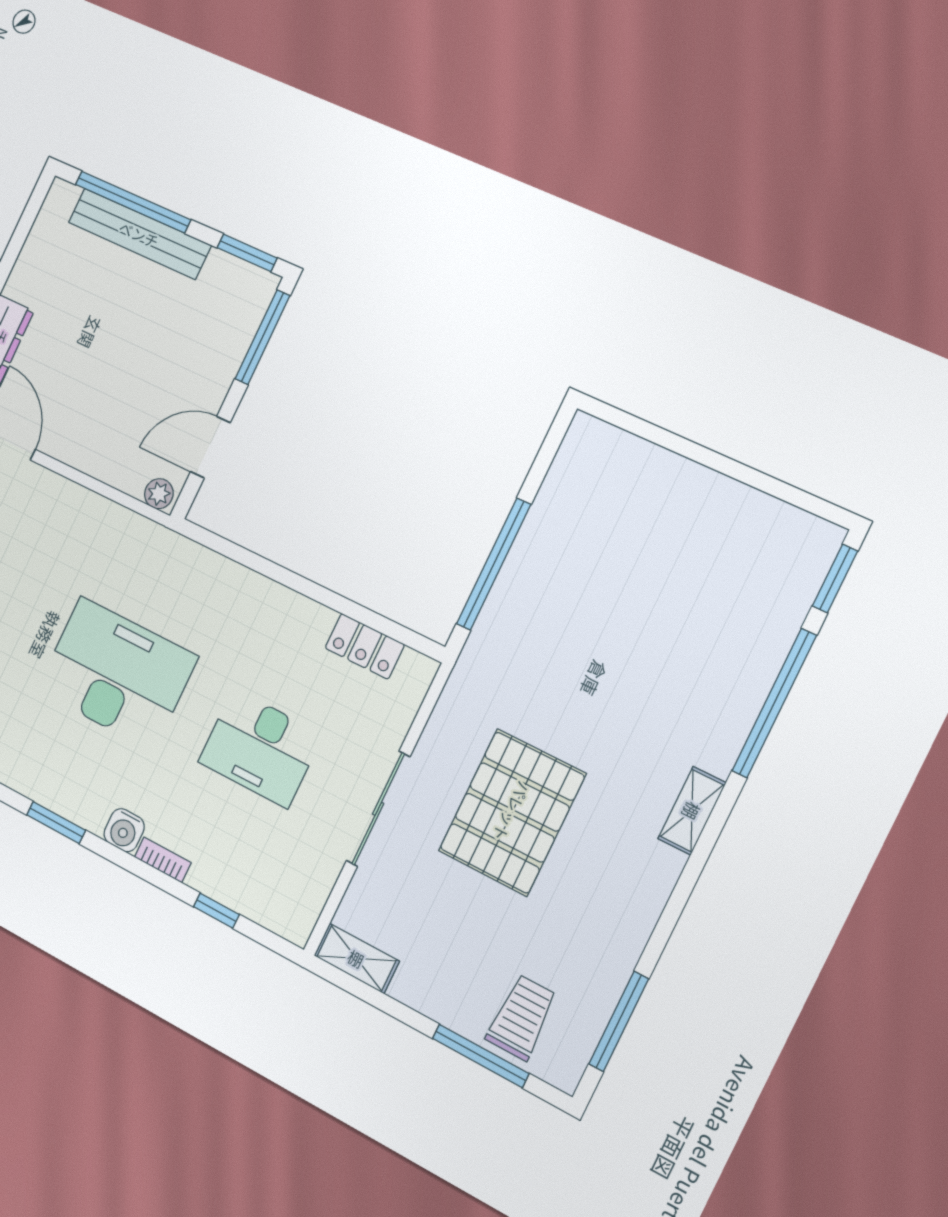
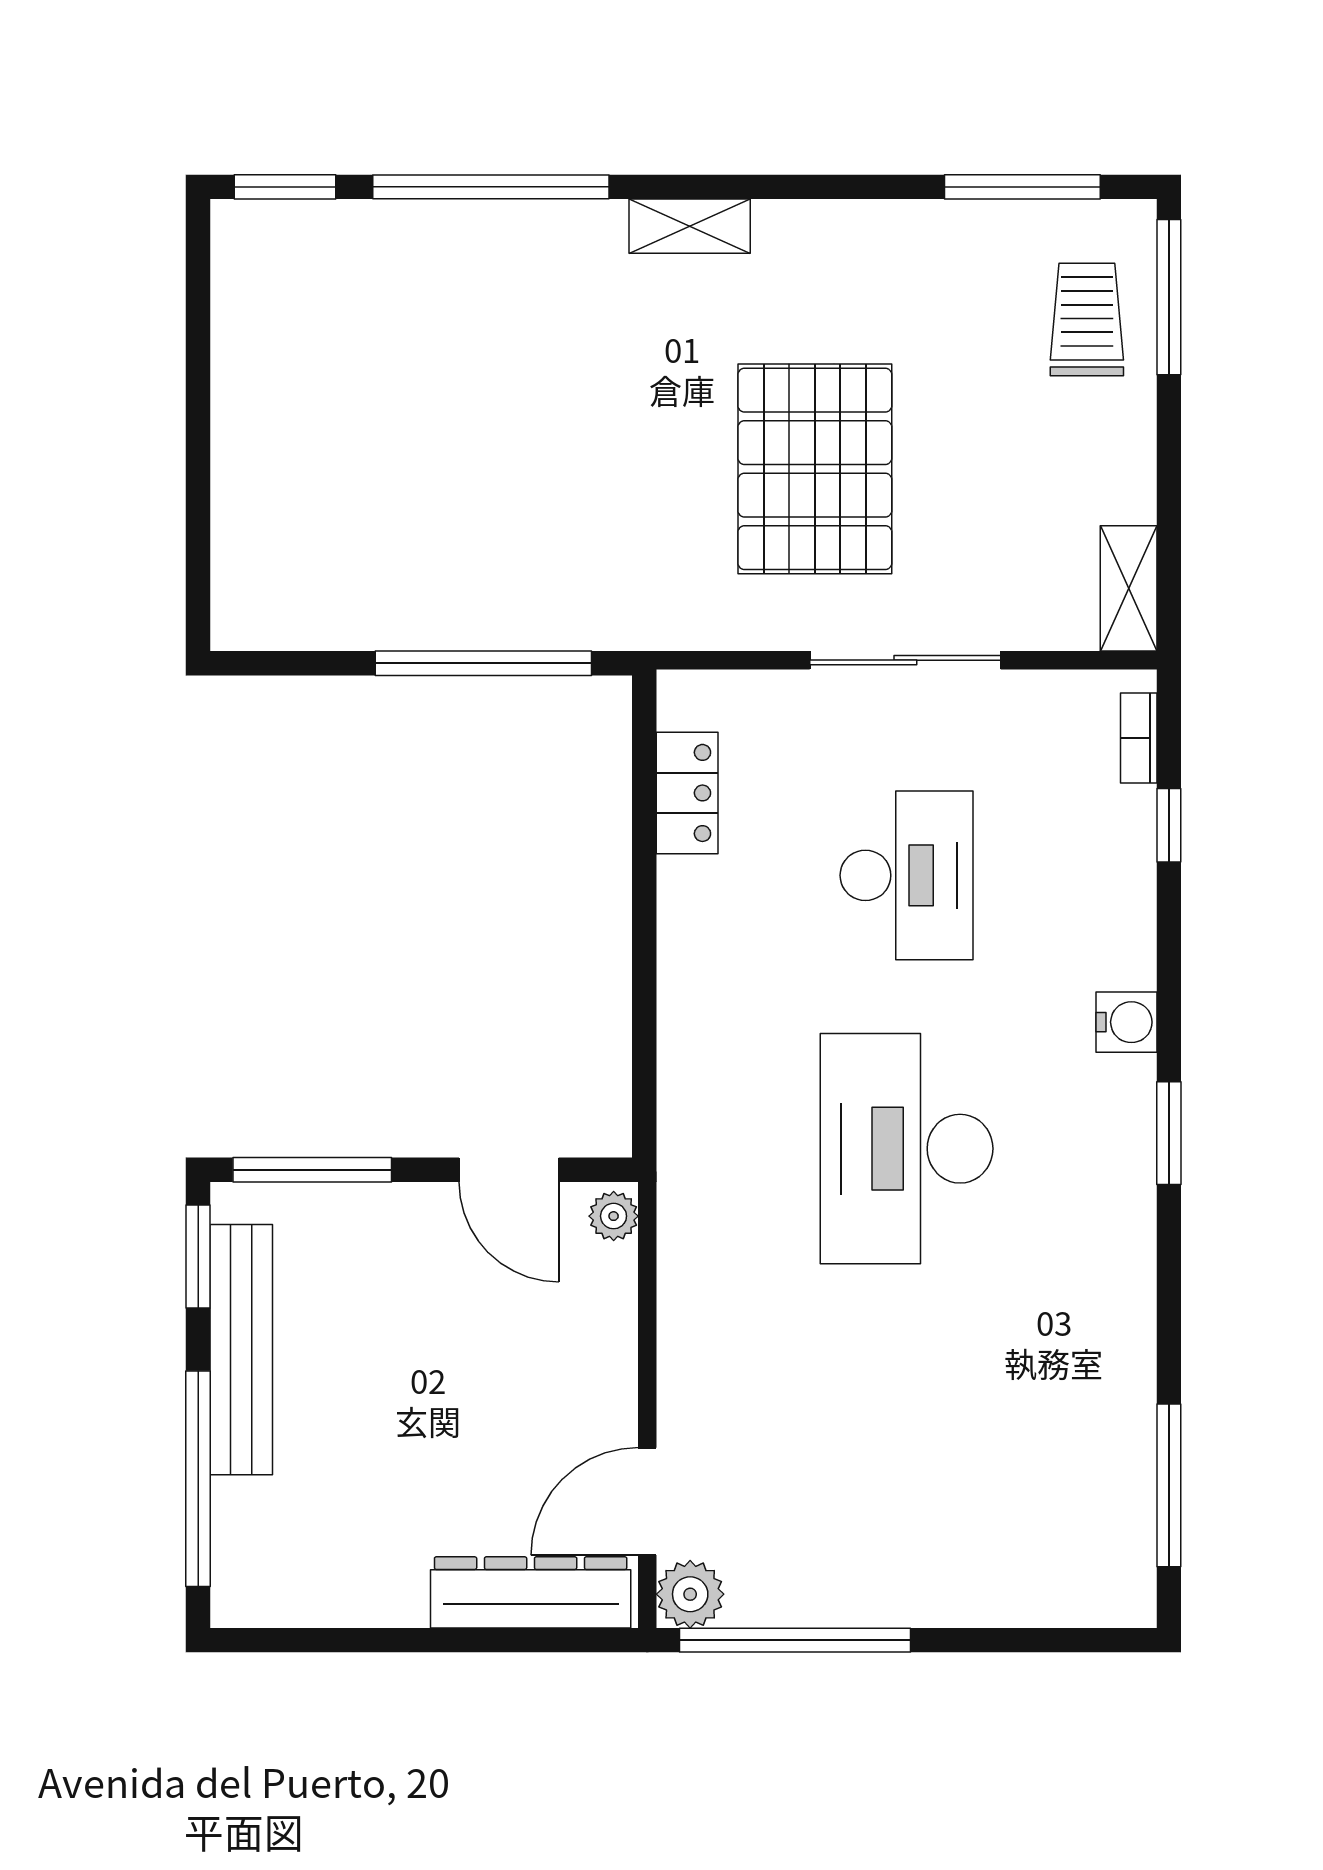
bench: (139, 234) -> (241, 1350), moved
pallet: (512, 812) -> (815, 469), turned 90
bookcase: (163, 860) -> (1139, 738), moved
trolley: (522, 1017) -> (1087, 320), turned 90
window: (481, 1056) -> (1169, 297), moved

